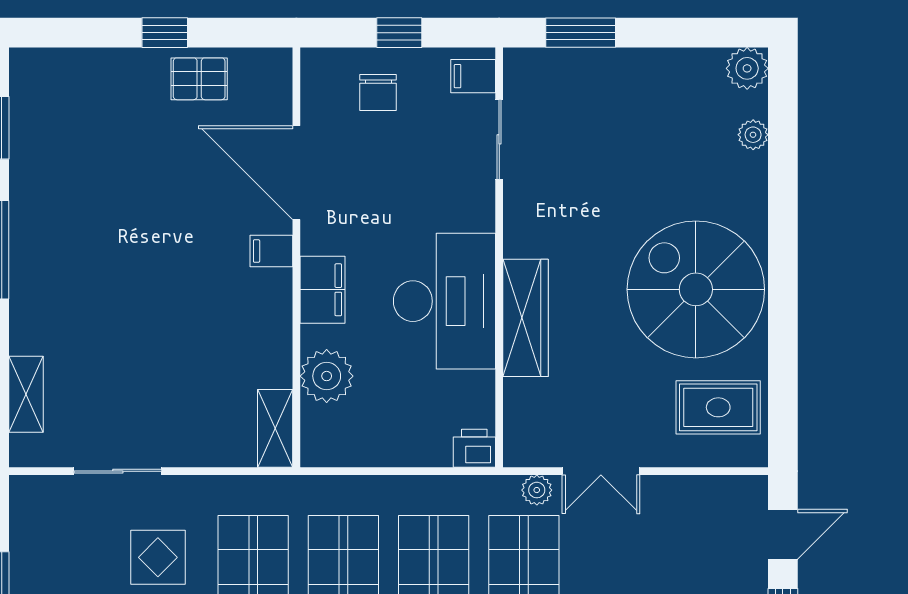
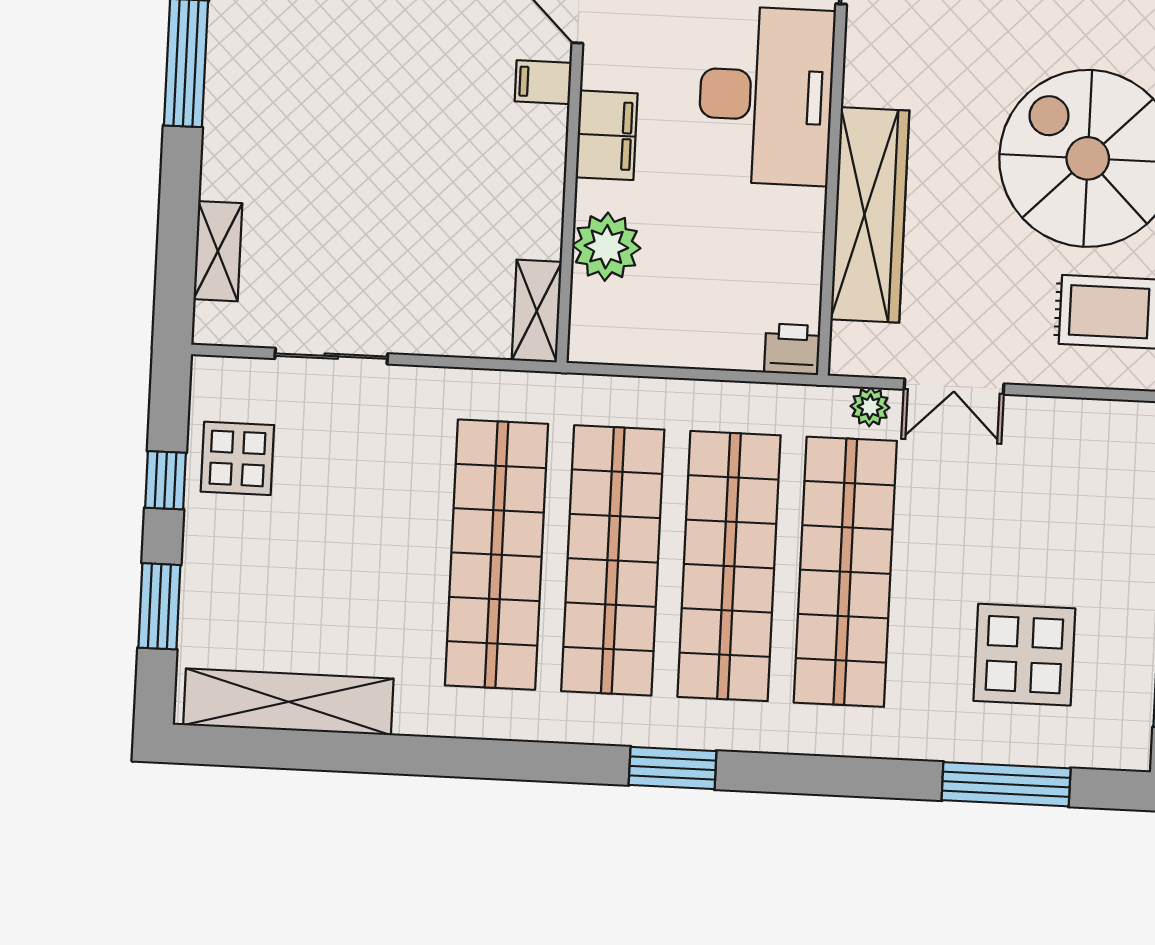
desk: (444, 301) -> (766, 96), moved
wardrobe: (526, 318) -> (870, 215), width x1.40, depth x1.17
display table: (158, 557) -> (237, 458), moved

